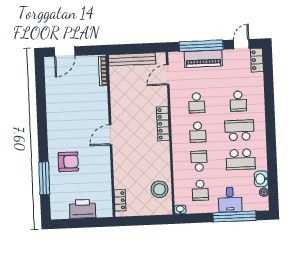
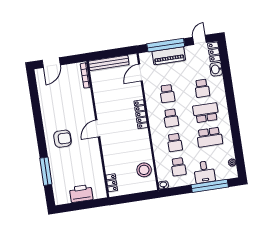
school desk: (199, 161) -> (175, 142), turned 180
armchair: (68, 162) -> (62, 139), moved
washbasin: (261, 179) -> (216, 69), moved

